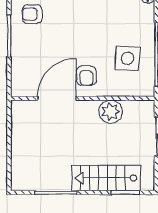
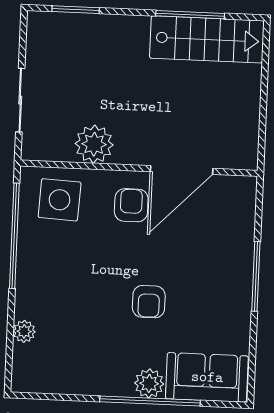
armchair: (32, 14) -> (149, 302), moved, turned 90
side table: (128, 58) -> (60, 200), moved
stairs: (106, 178) -> (207, 39), moved

